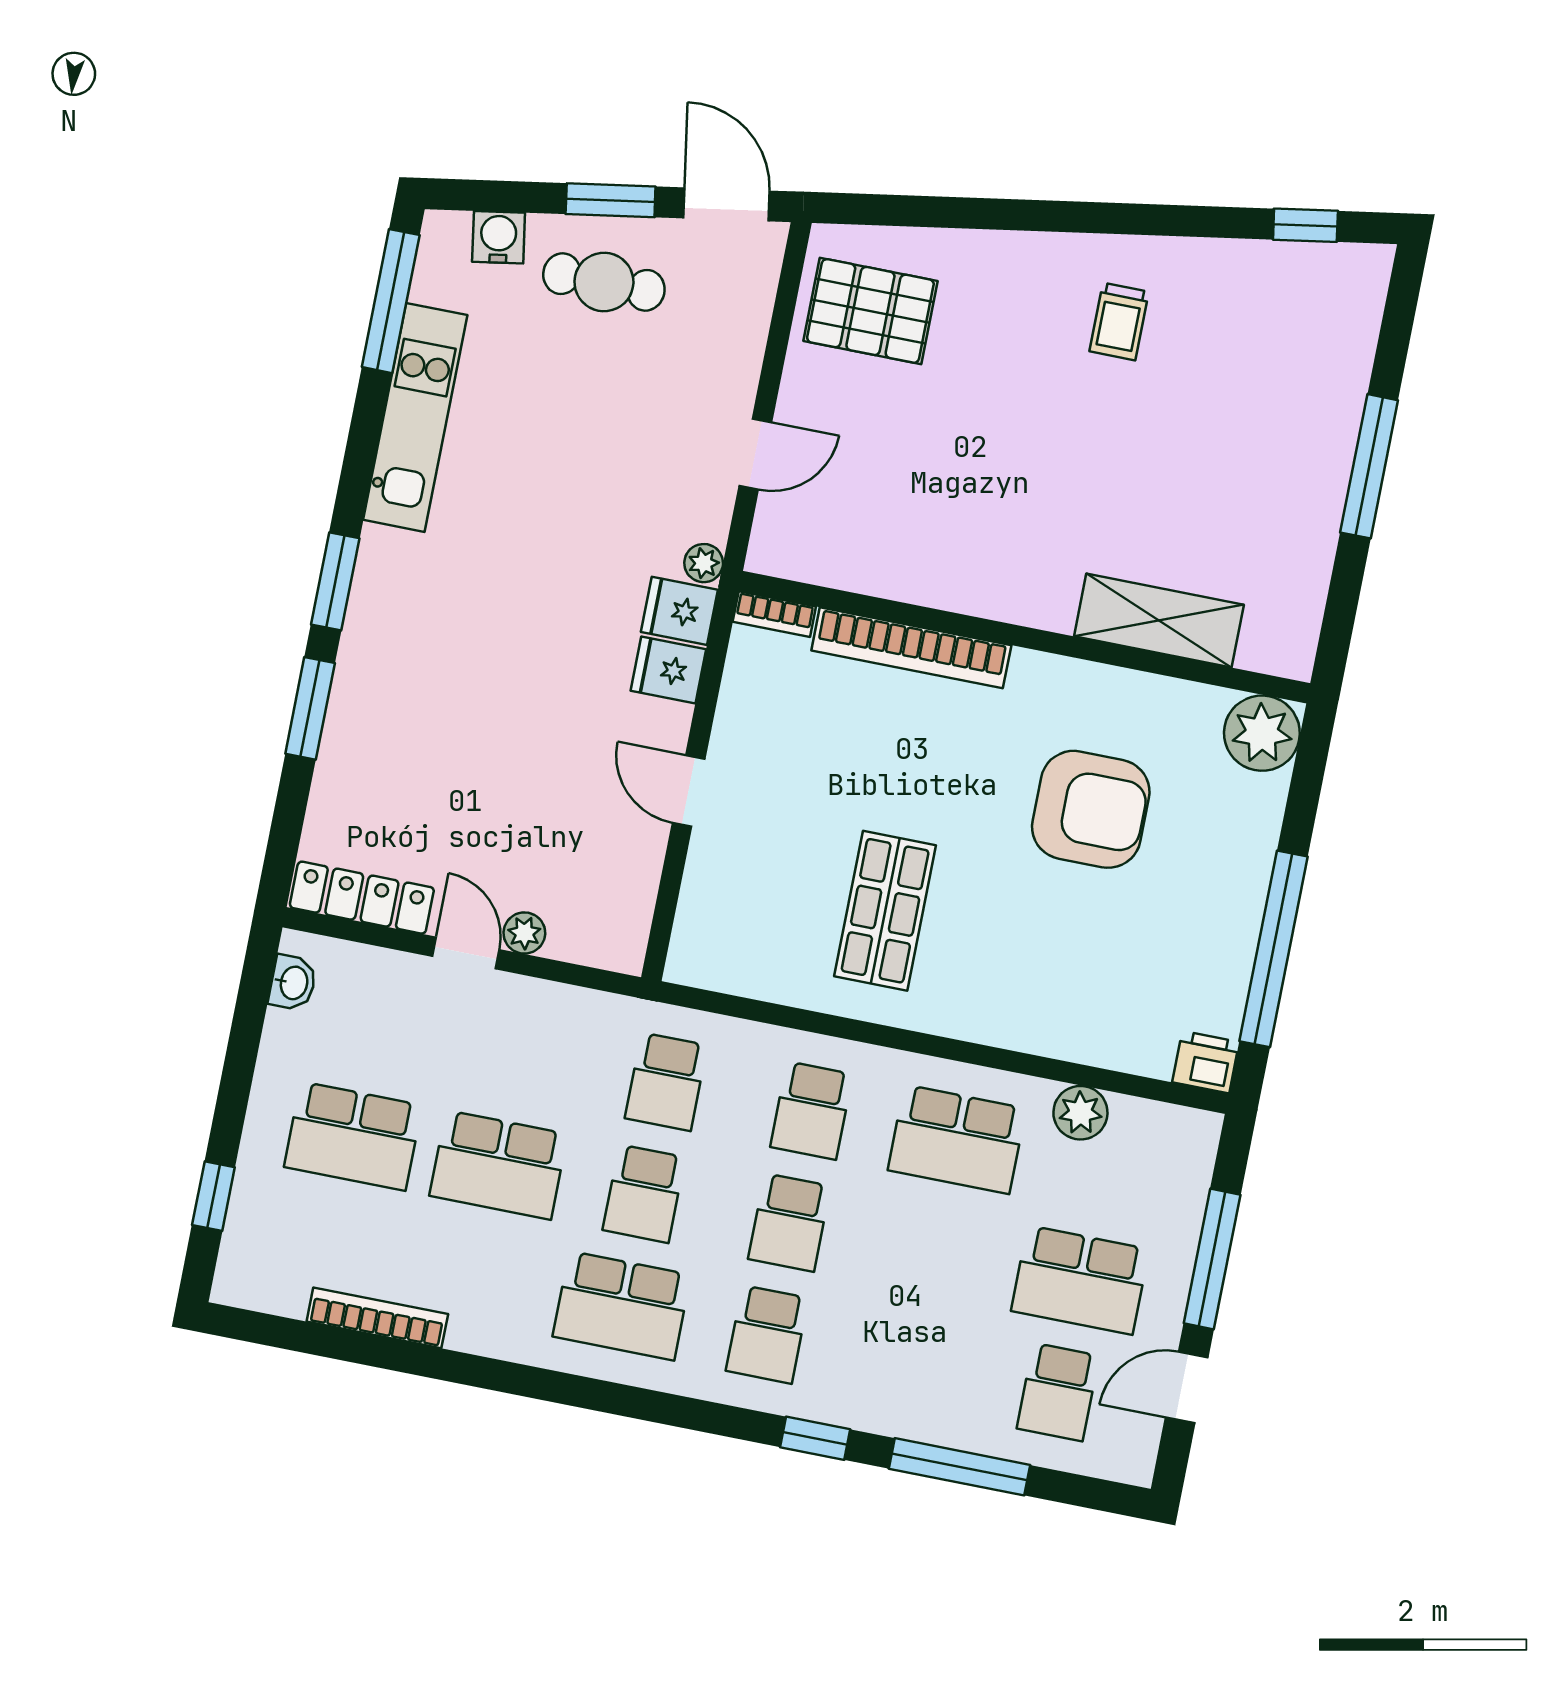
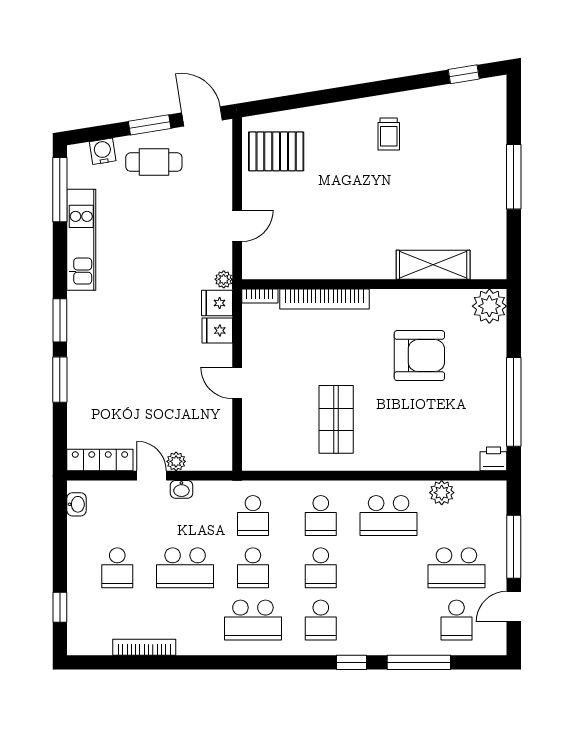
washbasin: (524, 995) -> (181, 489), added
school desk: (353, 1136) -> (117, 568), width x0.54

